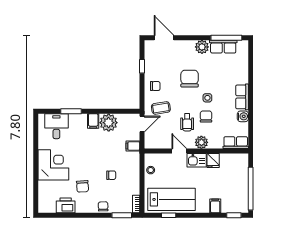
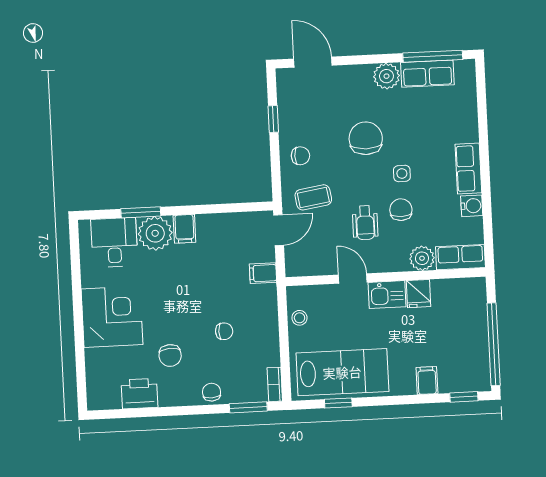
plant: (109, 123) -> (155, 233), moved
plant: (201, 142) -> (422, 258), moved

